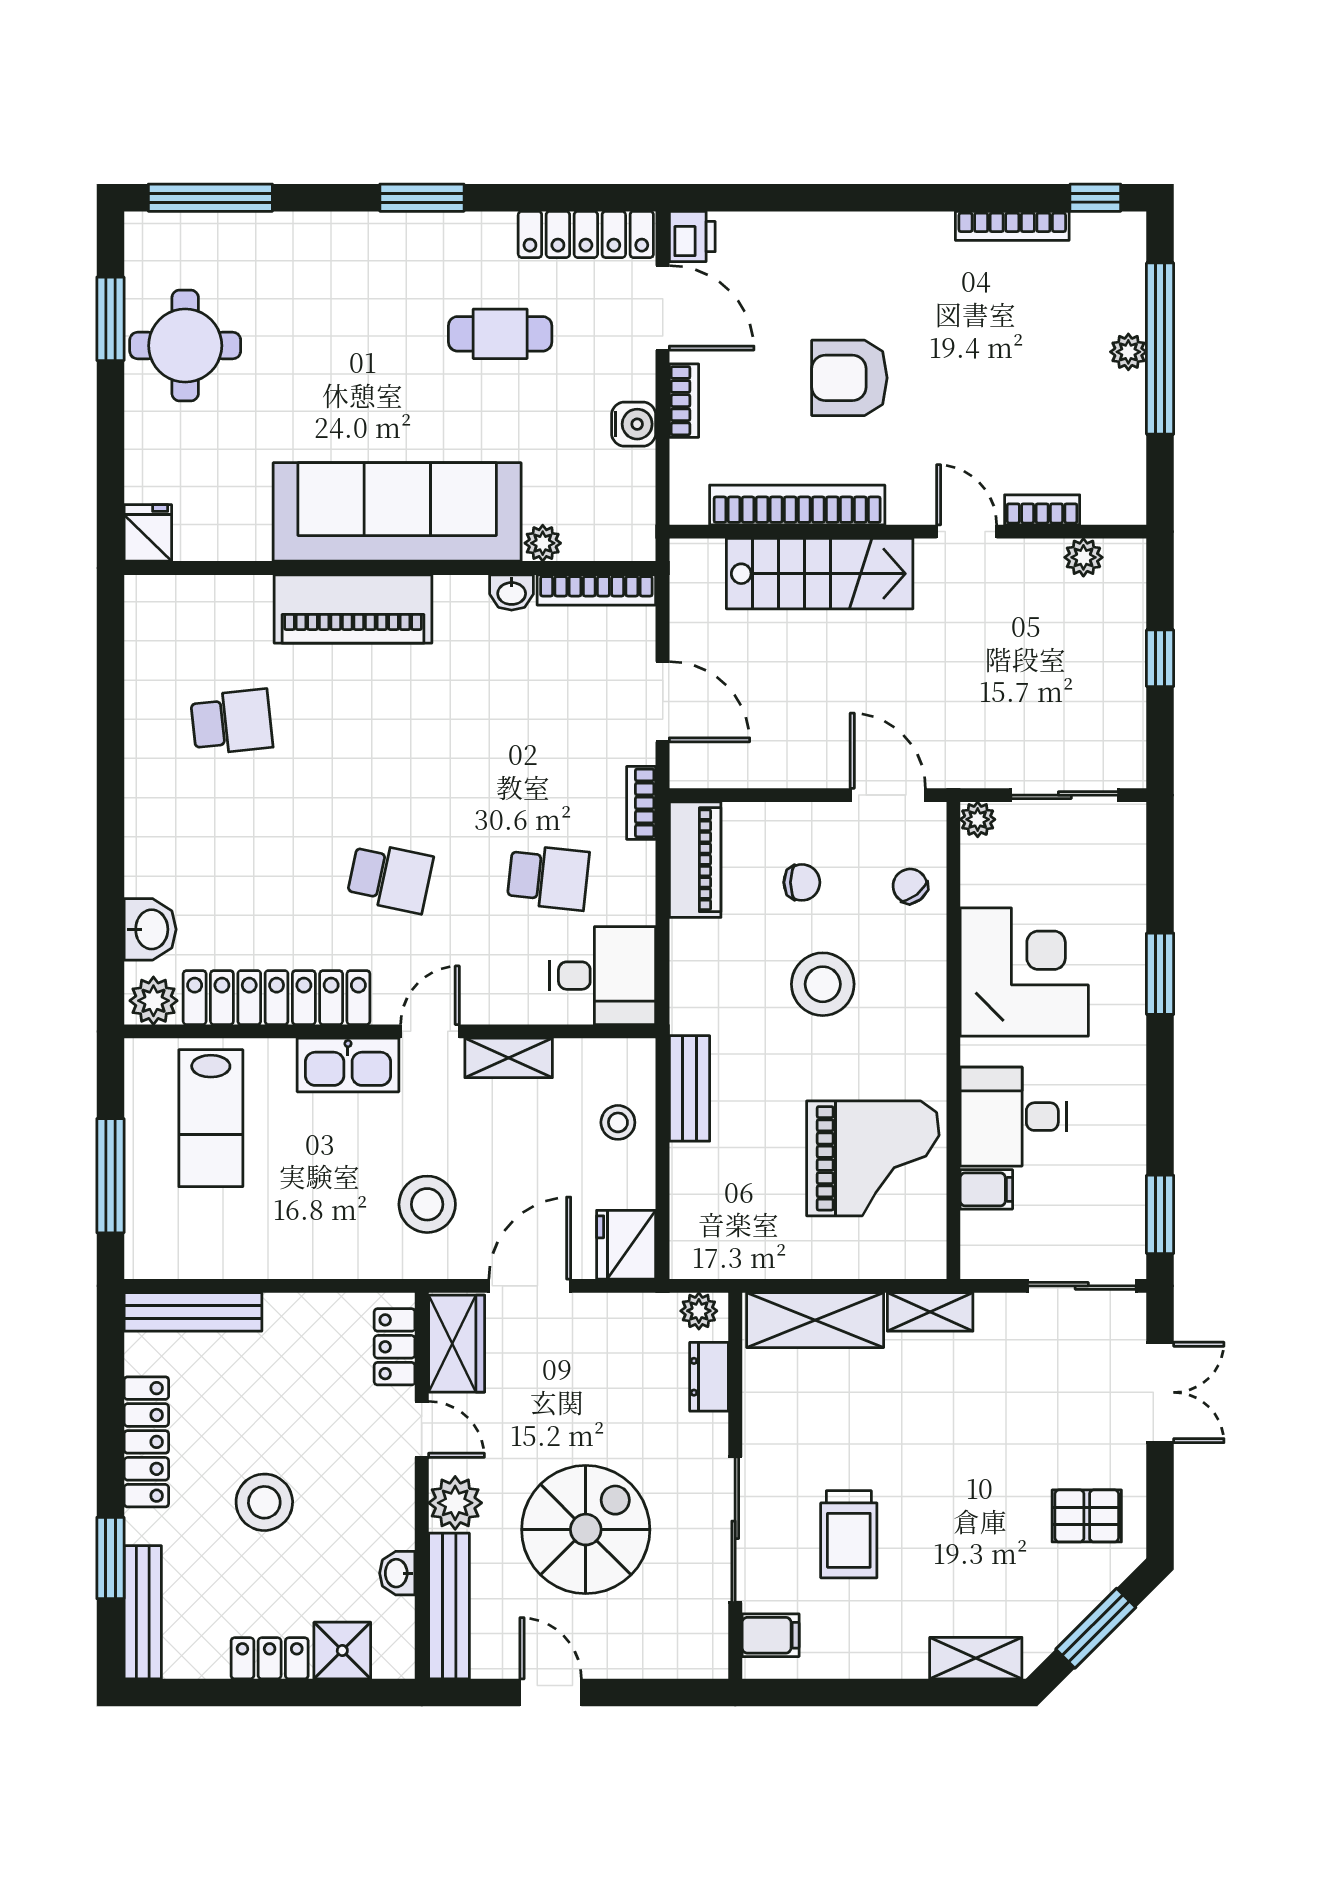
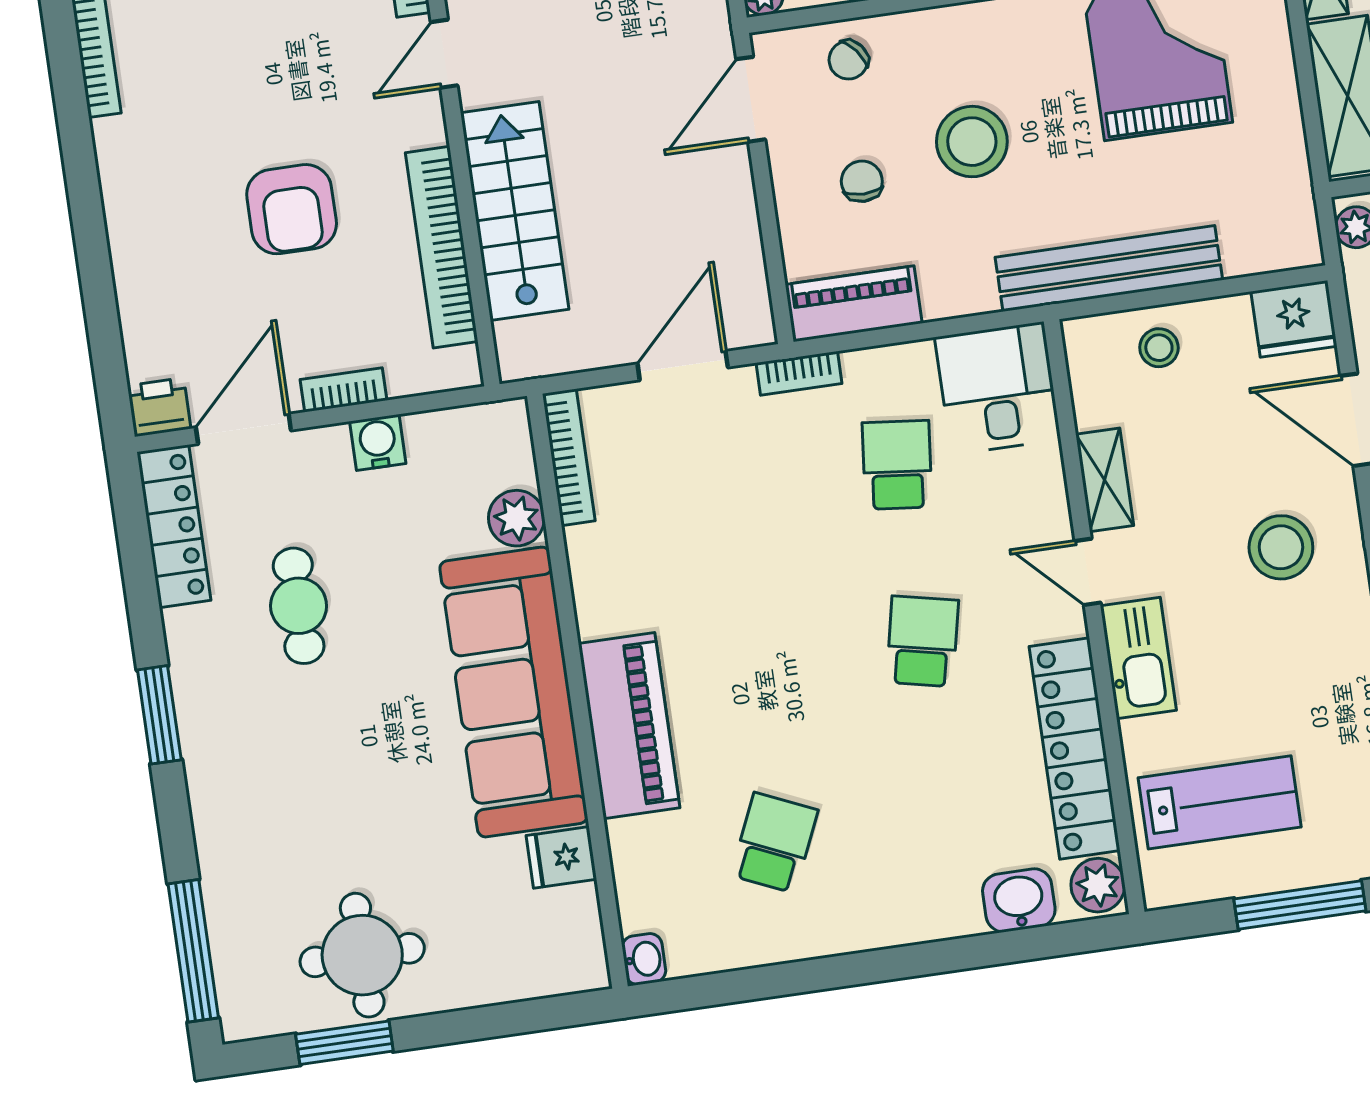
fridge: (148, 533) -> (561, 857), moved
plant: (543, 543) -> (516, 518), width x1.38, depth x1.38
washbasin: (512, 592) -> (644, 959), moved
school desk: (232, 722) -> (774, 843), turned 30
bench: (690, 1088) -> (1109, 269), width x1.86, depth x1.21

